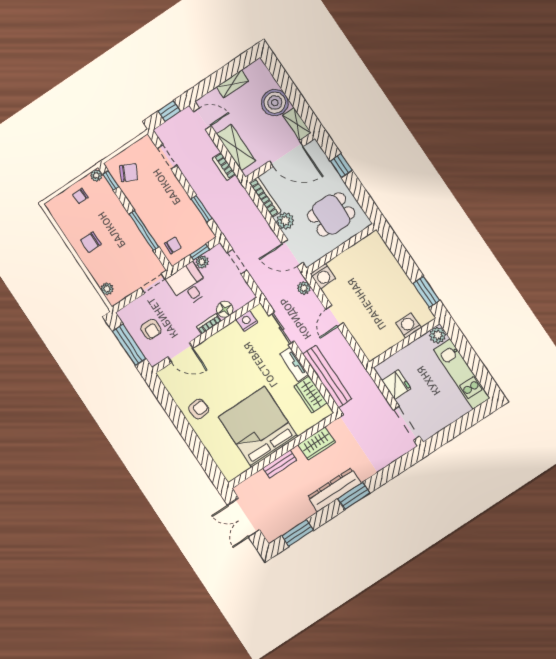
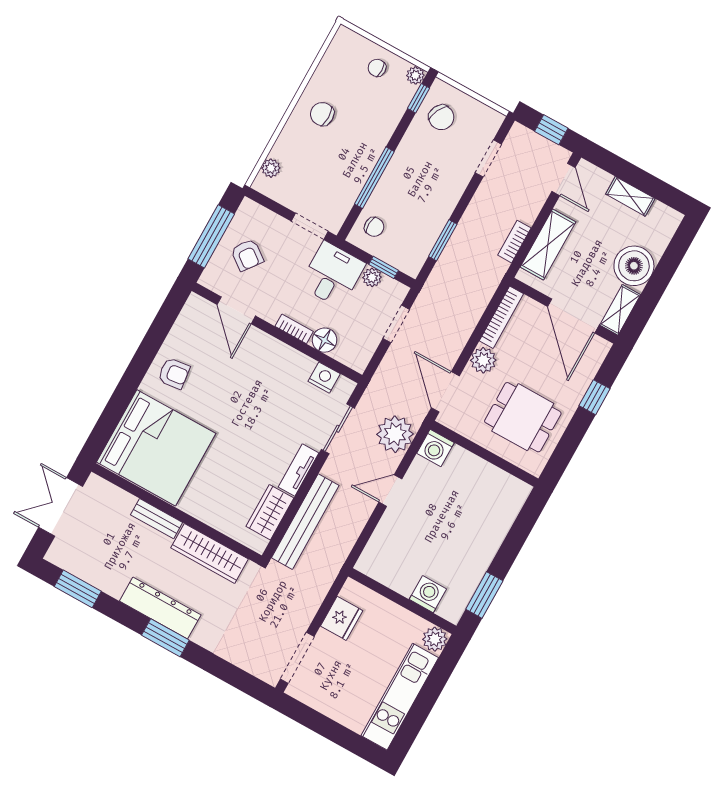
plant: (304, 288) -> (395, 434), width x1.88, depth x1.88
armchair: (151, 329) -> (247, 255), turned -53
bed: (258, 427) -> (156, 448), moved, turned 90
wardrobe: (317, 443) -> (209, 553), width x1.50

